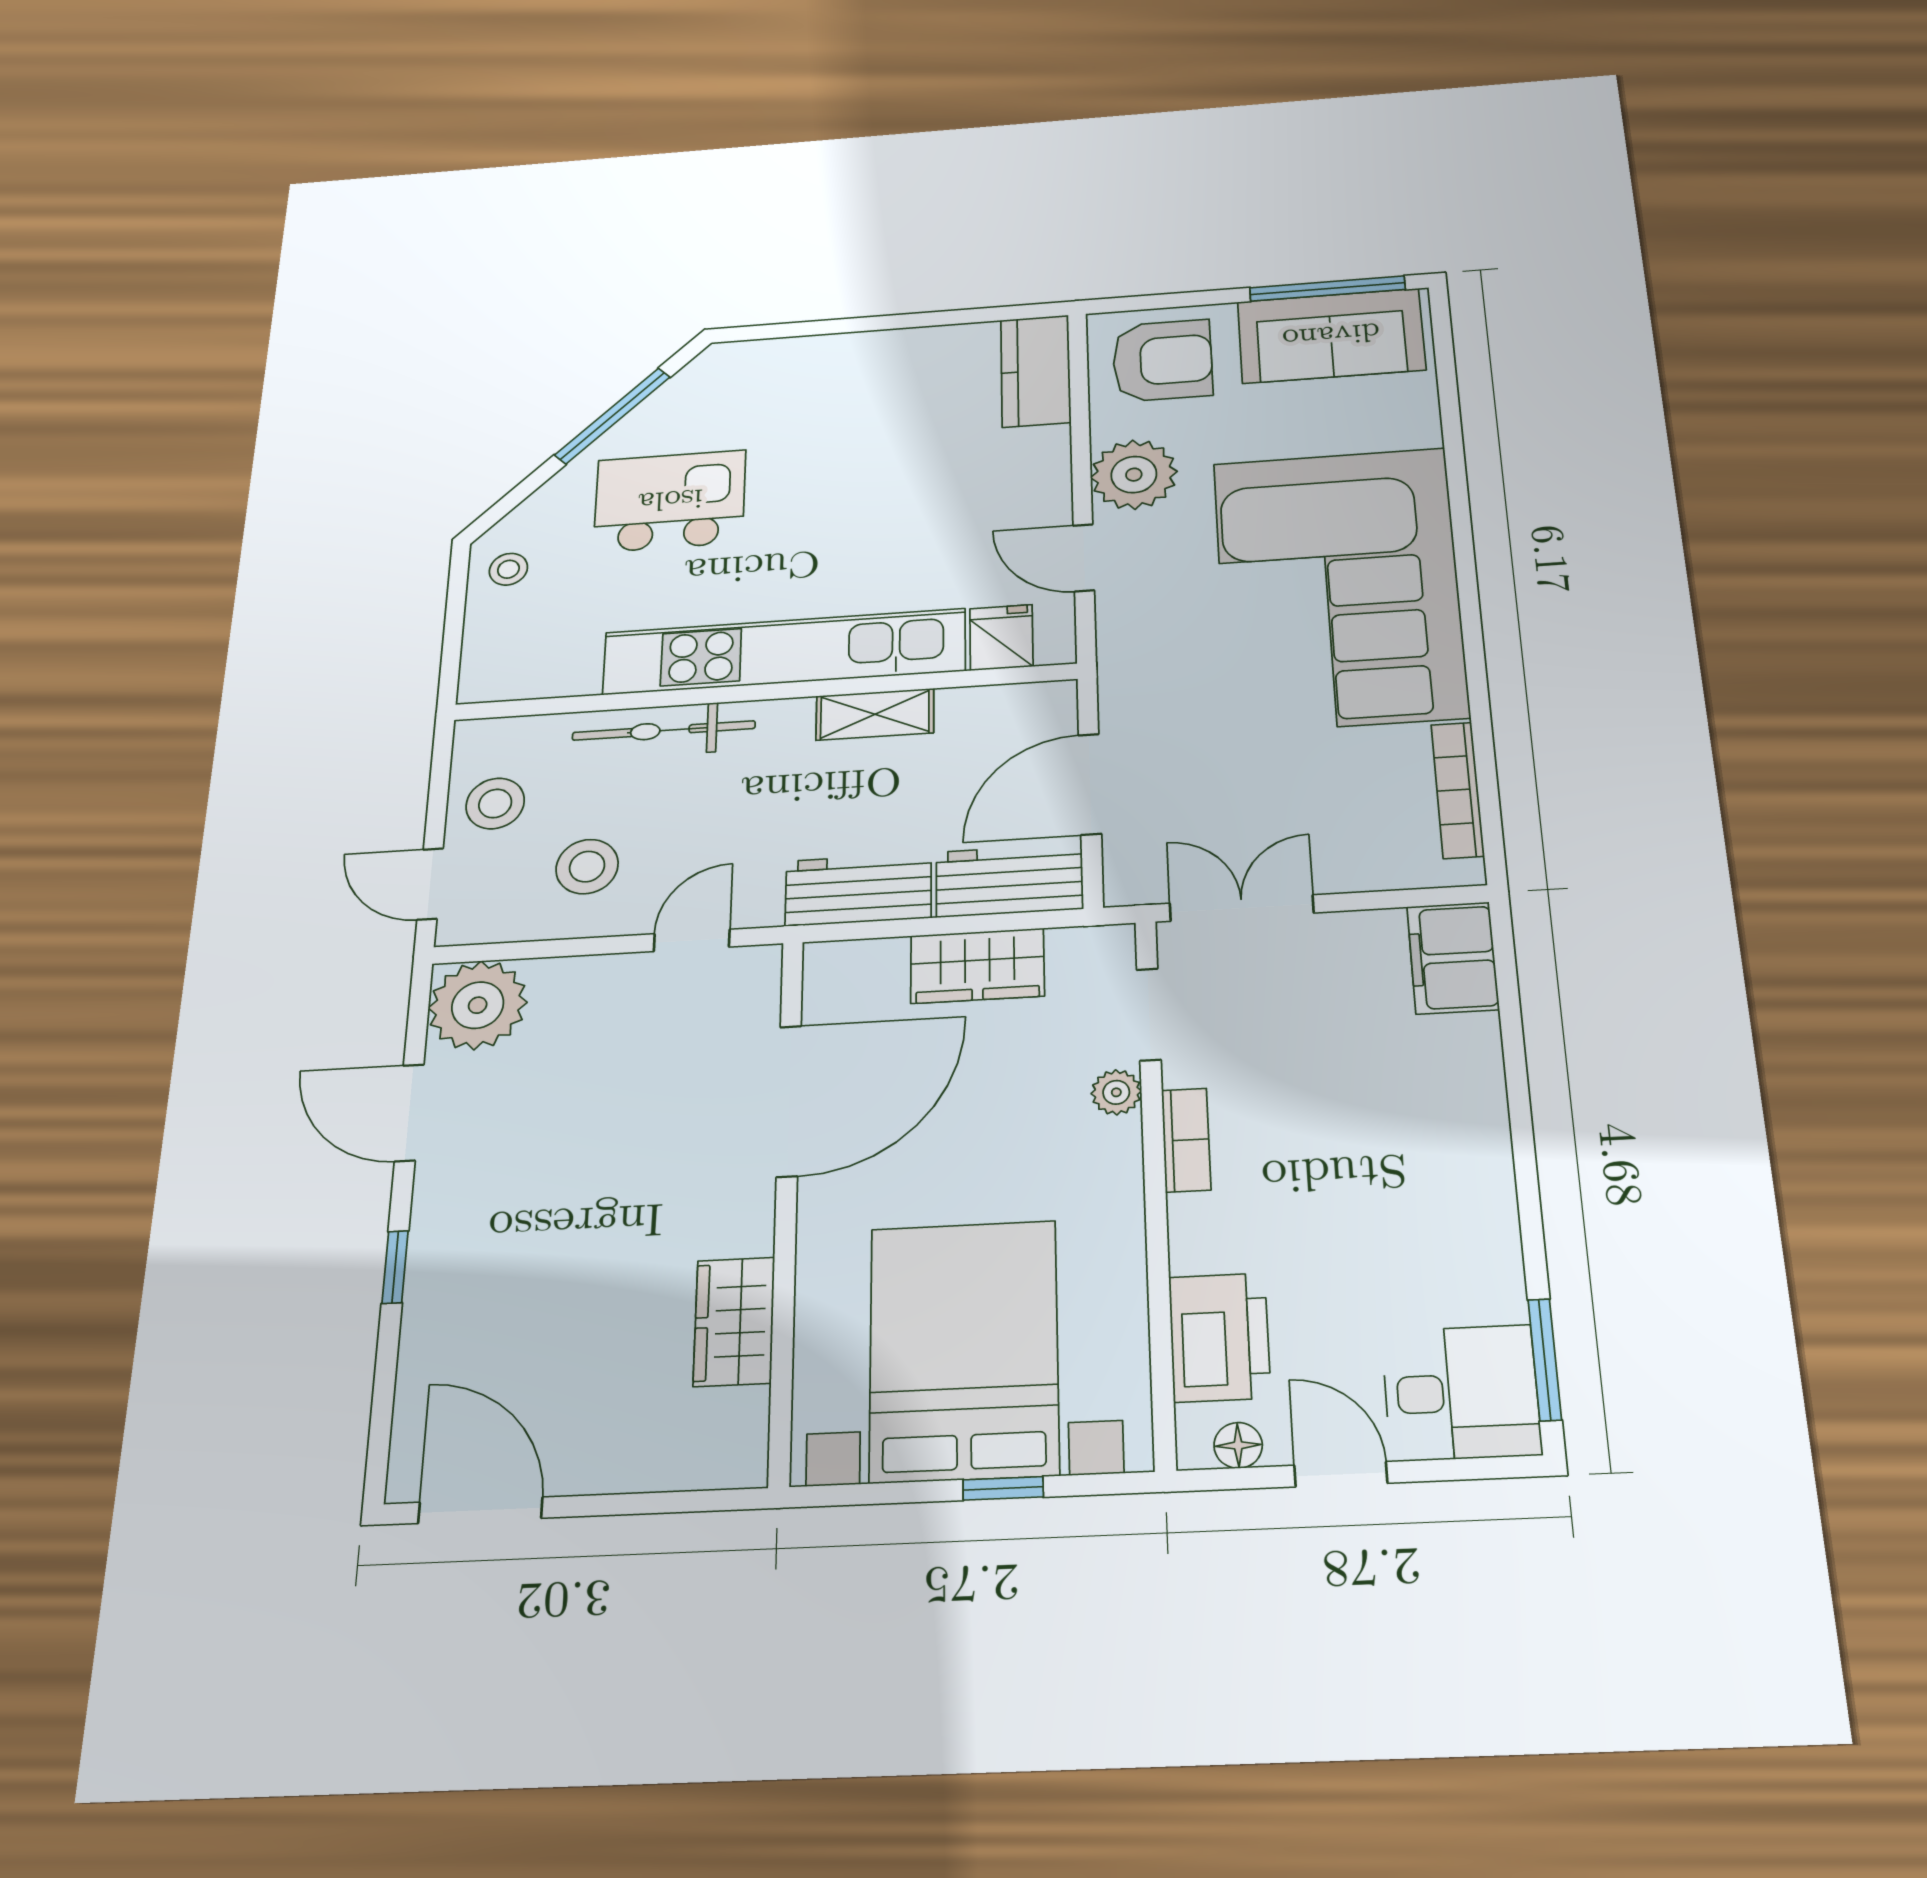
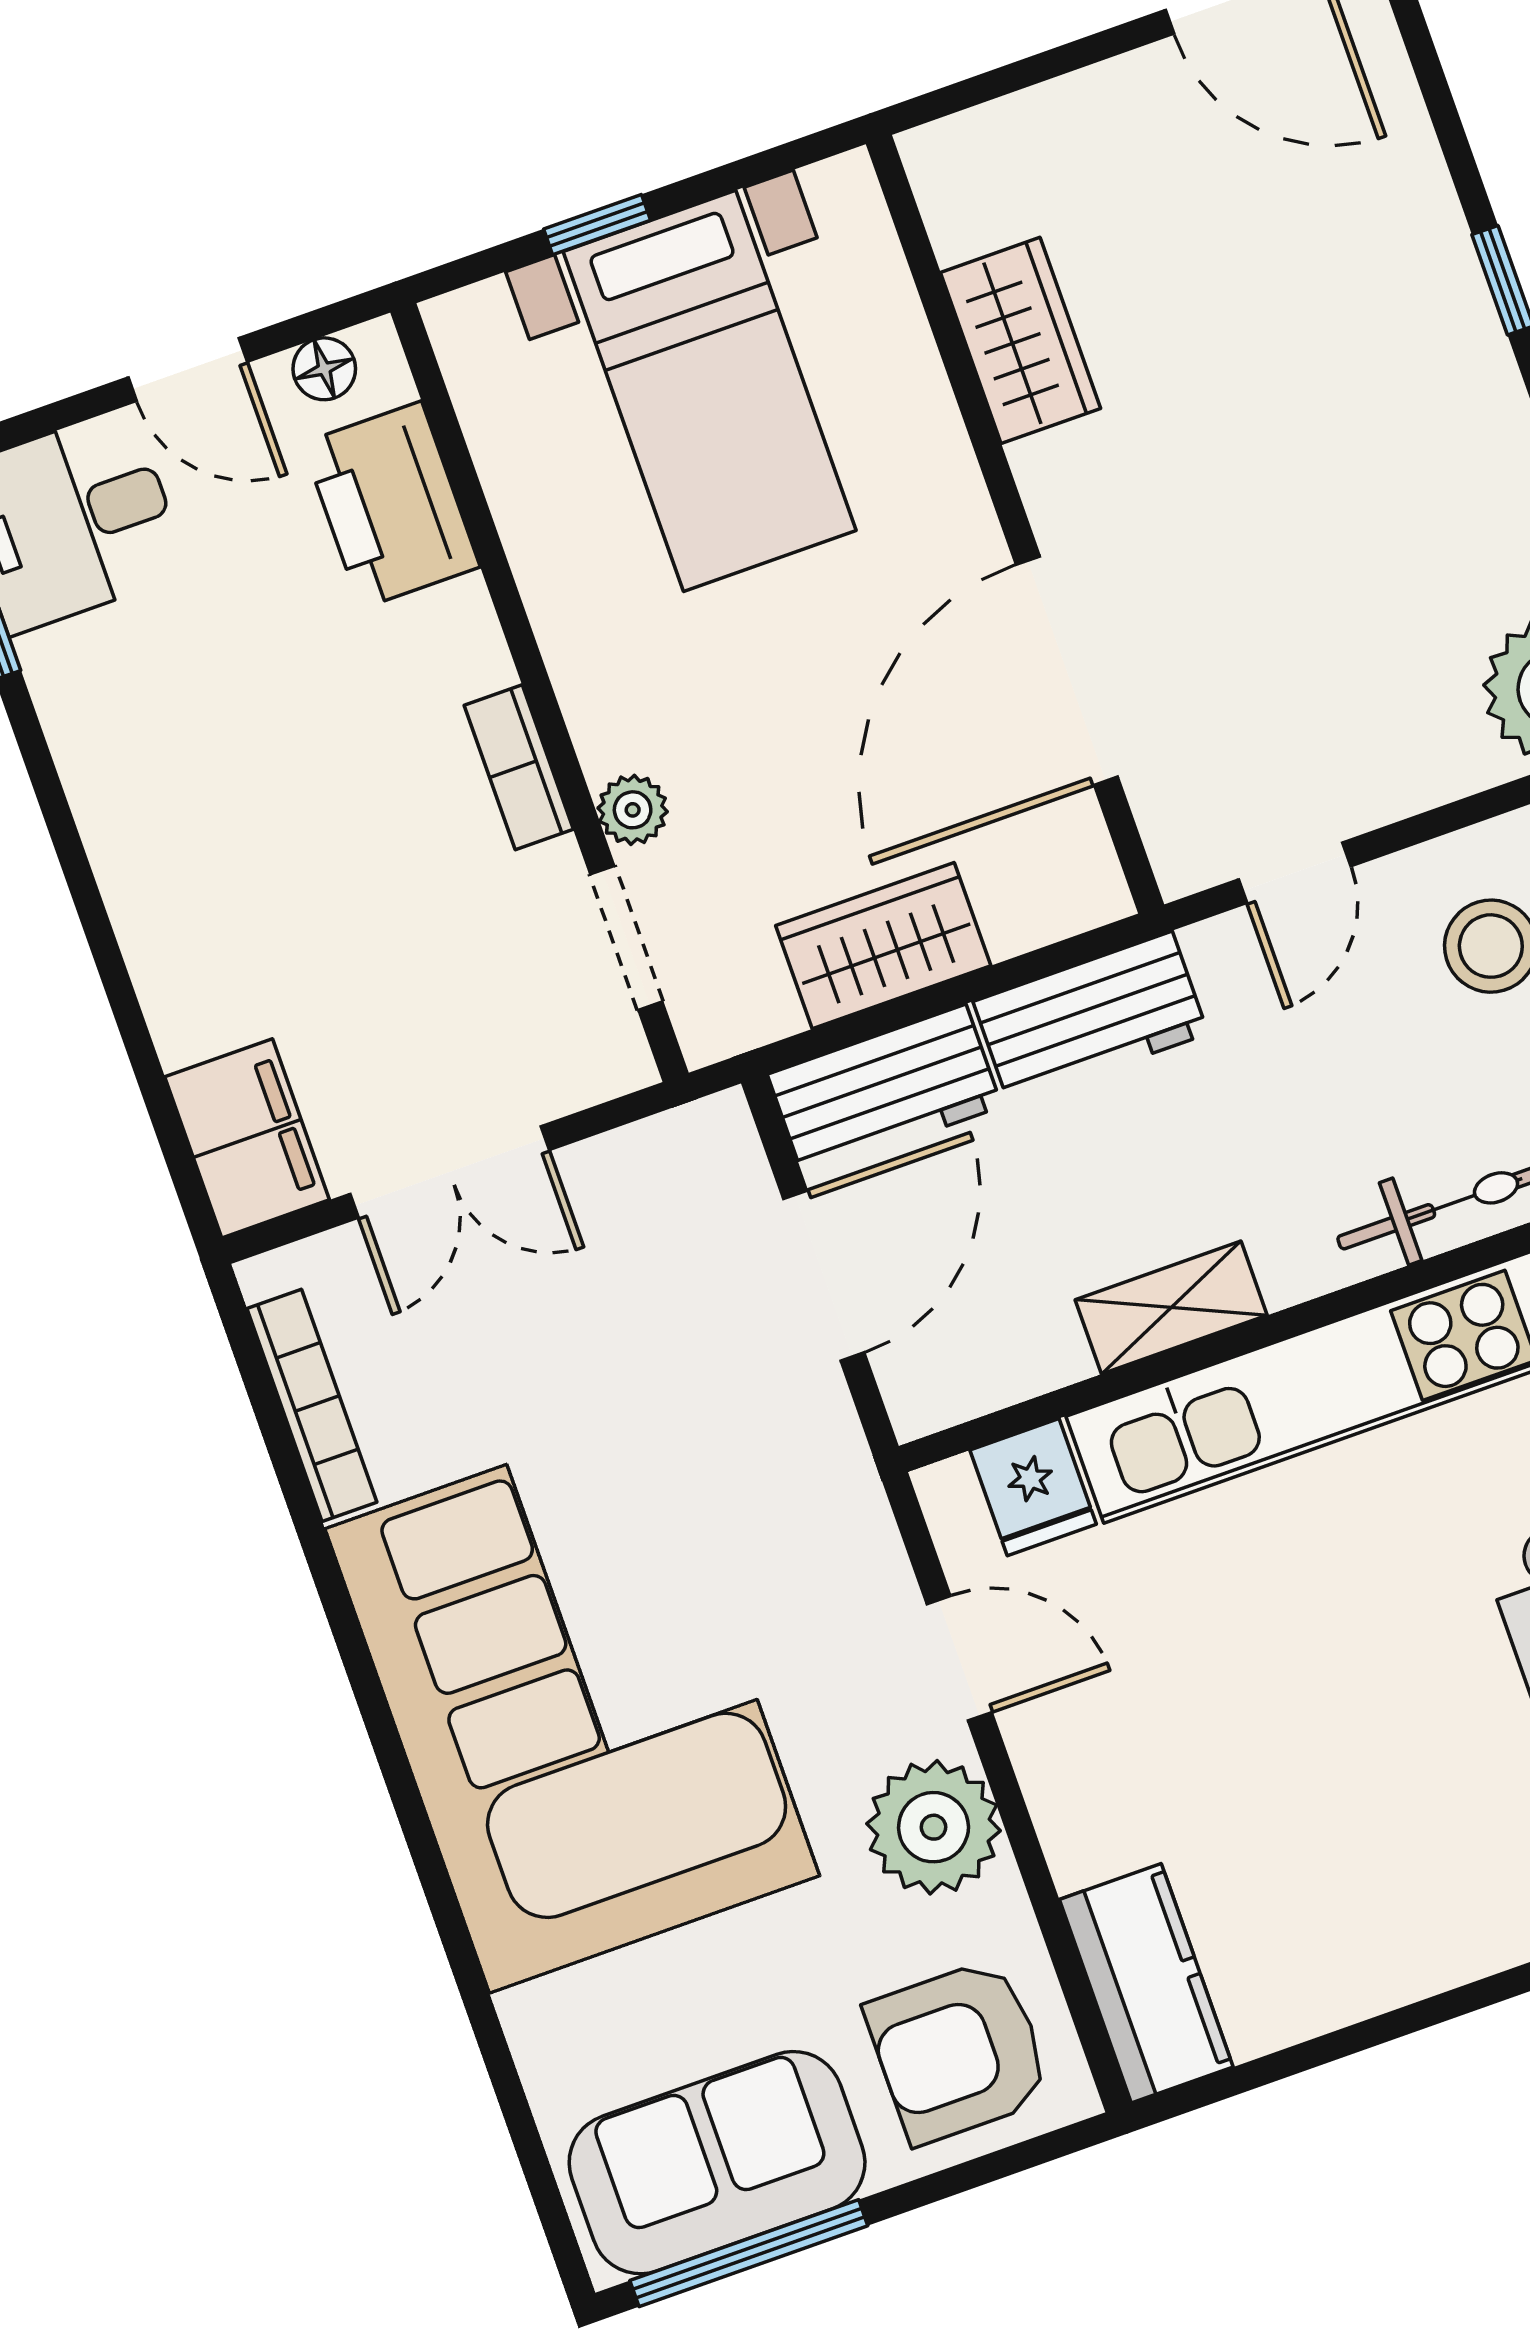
double door: (1241, 908) -> (450, 1172), moved
bed with nightstands: (964, 1350) -> (710, 391), width x0.73

